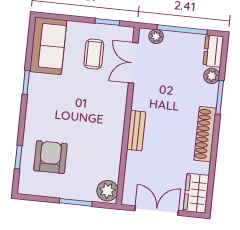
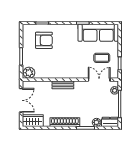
sofa: (48, 46) -> (98, 33), width x1.36

